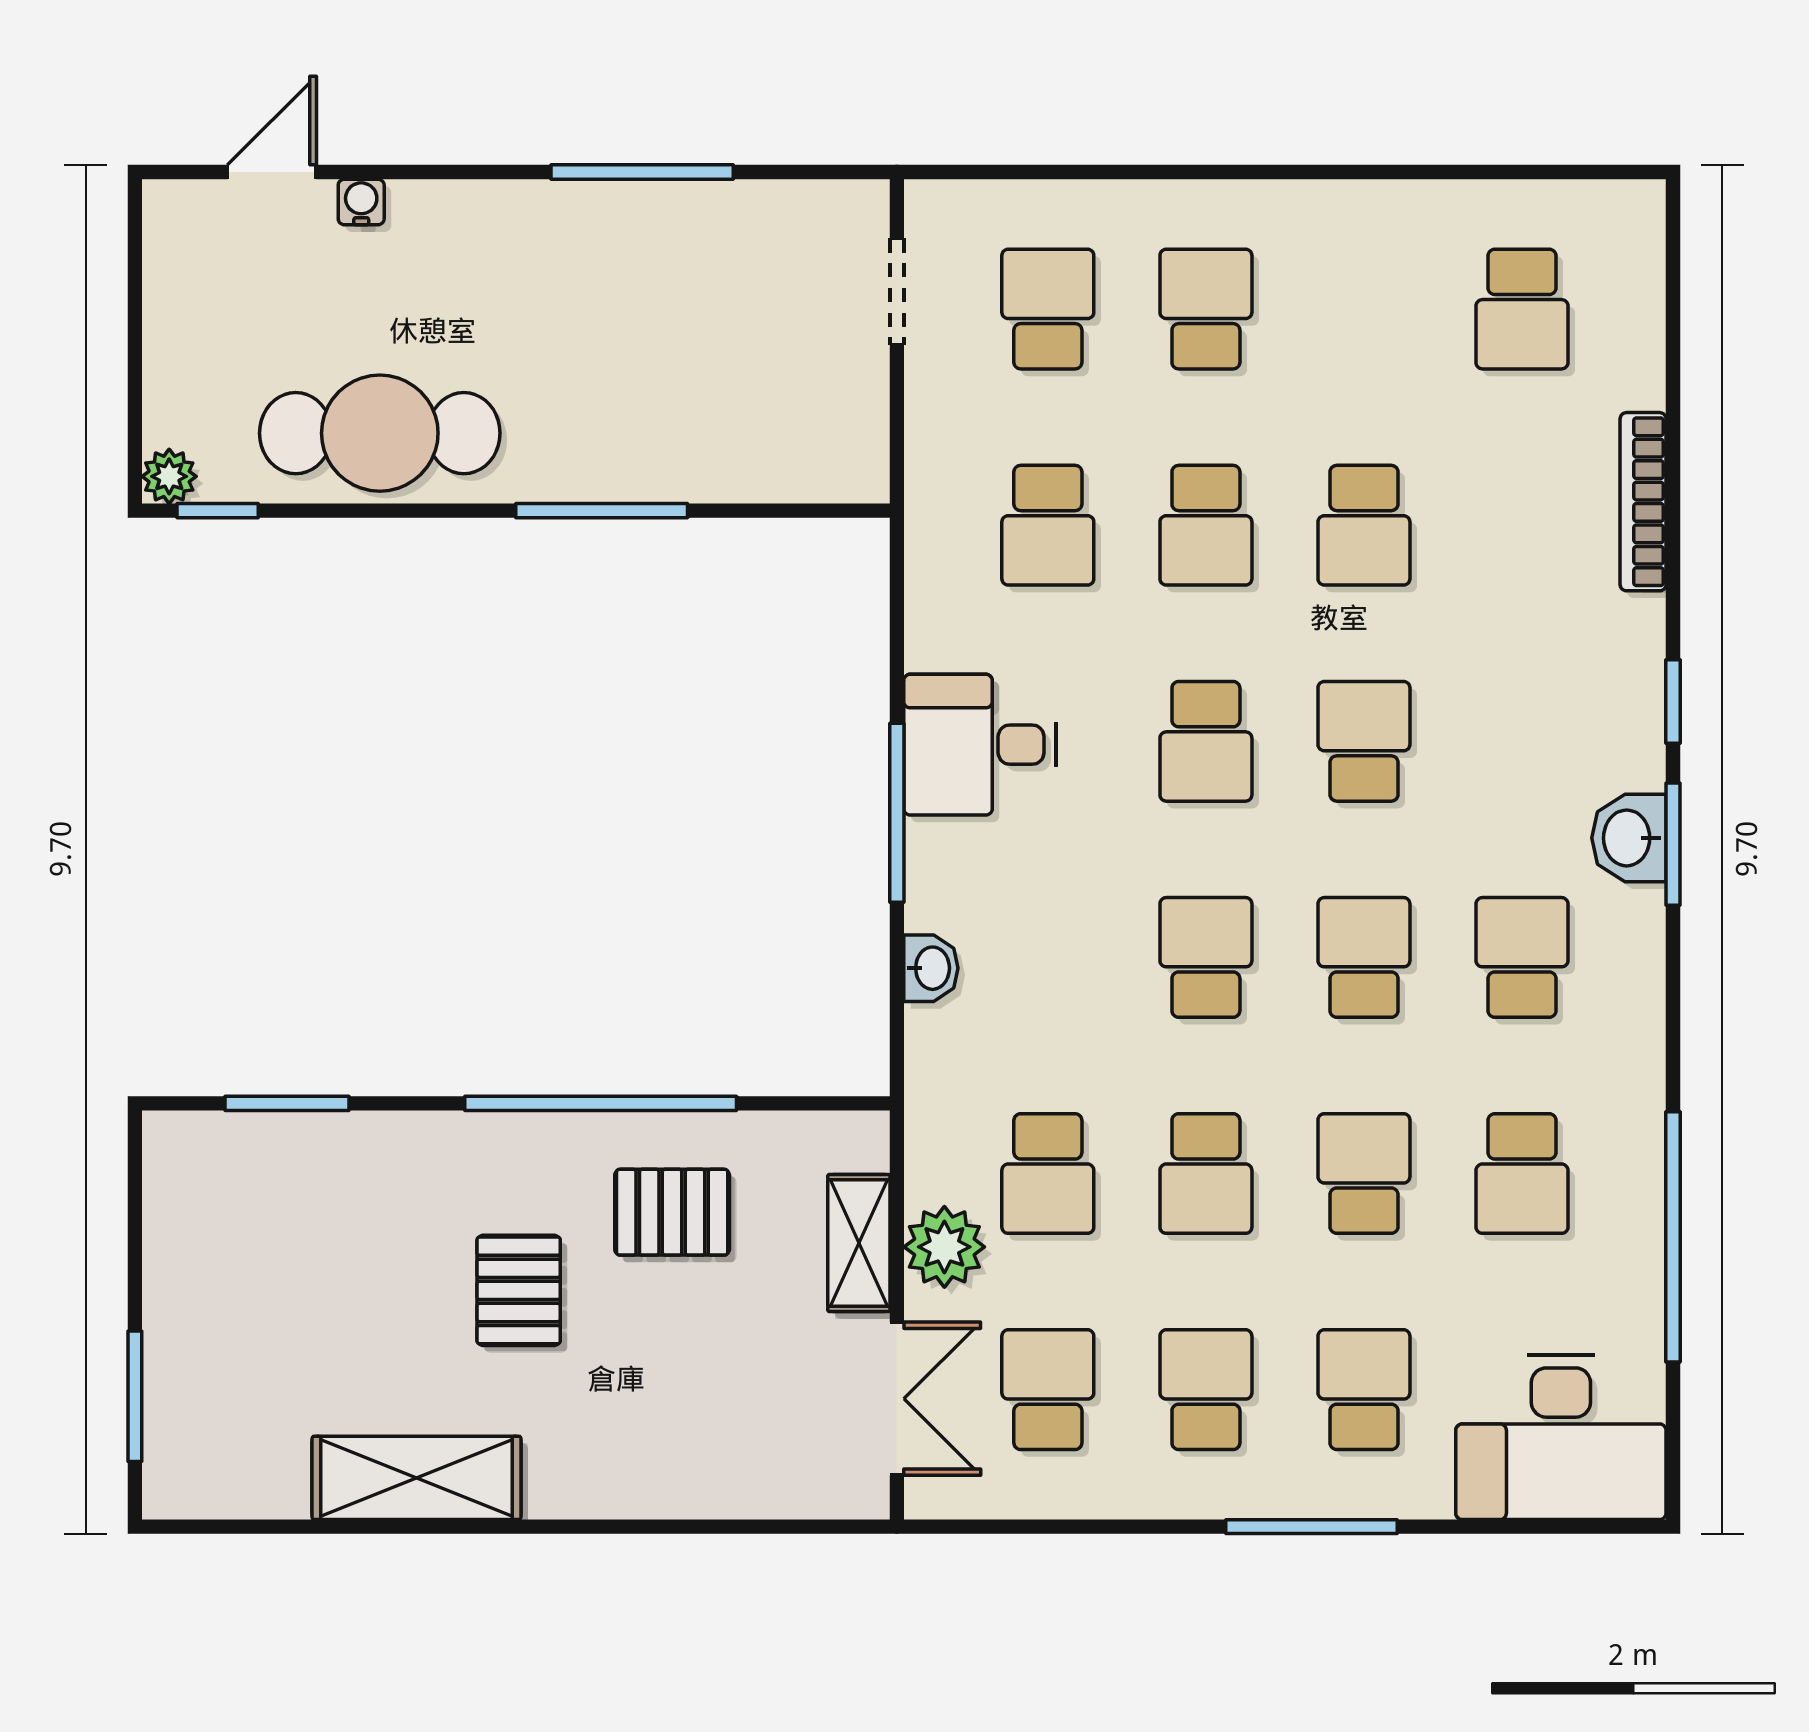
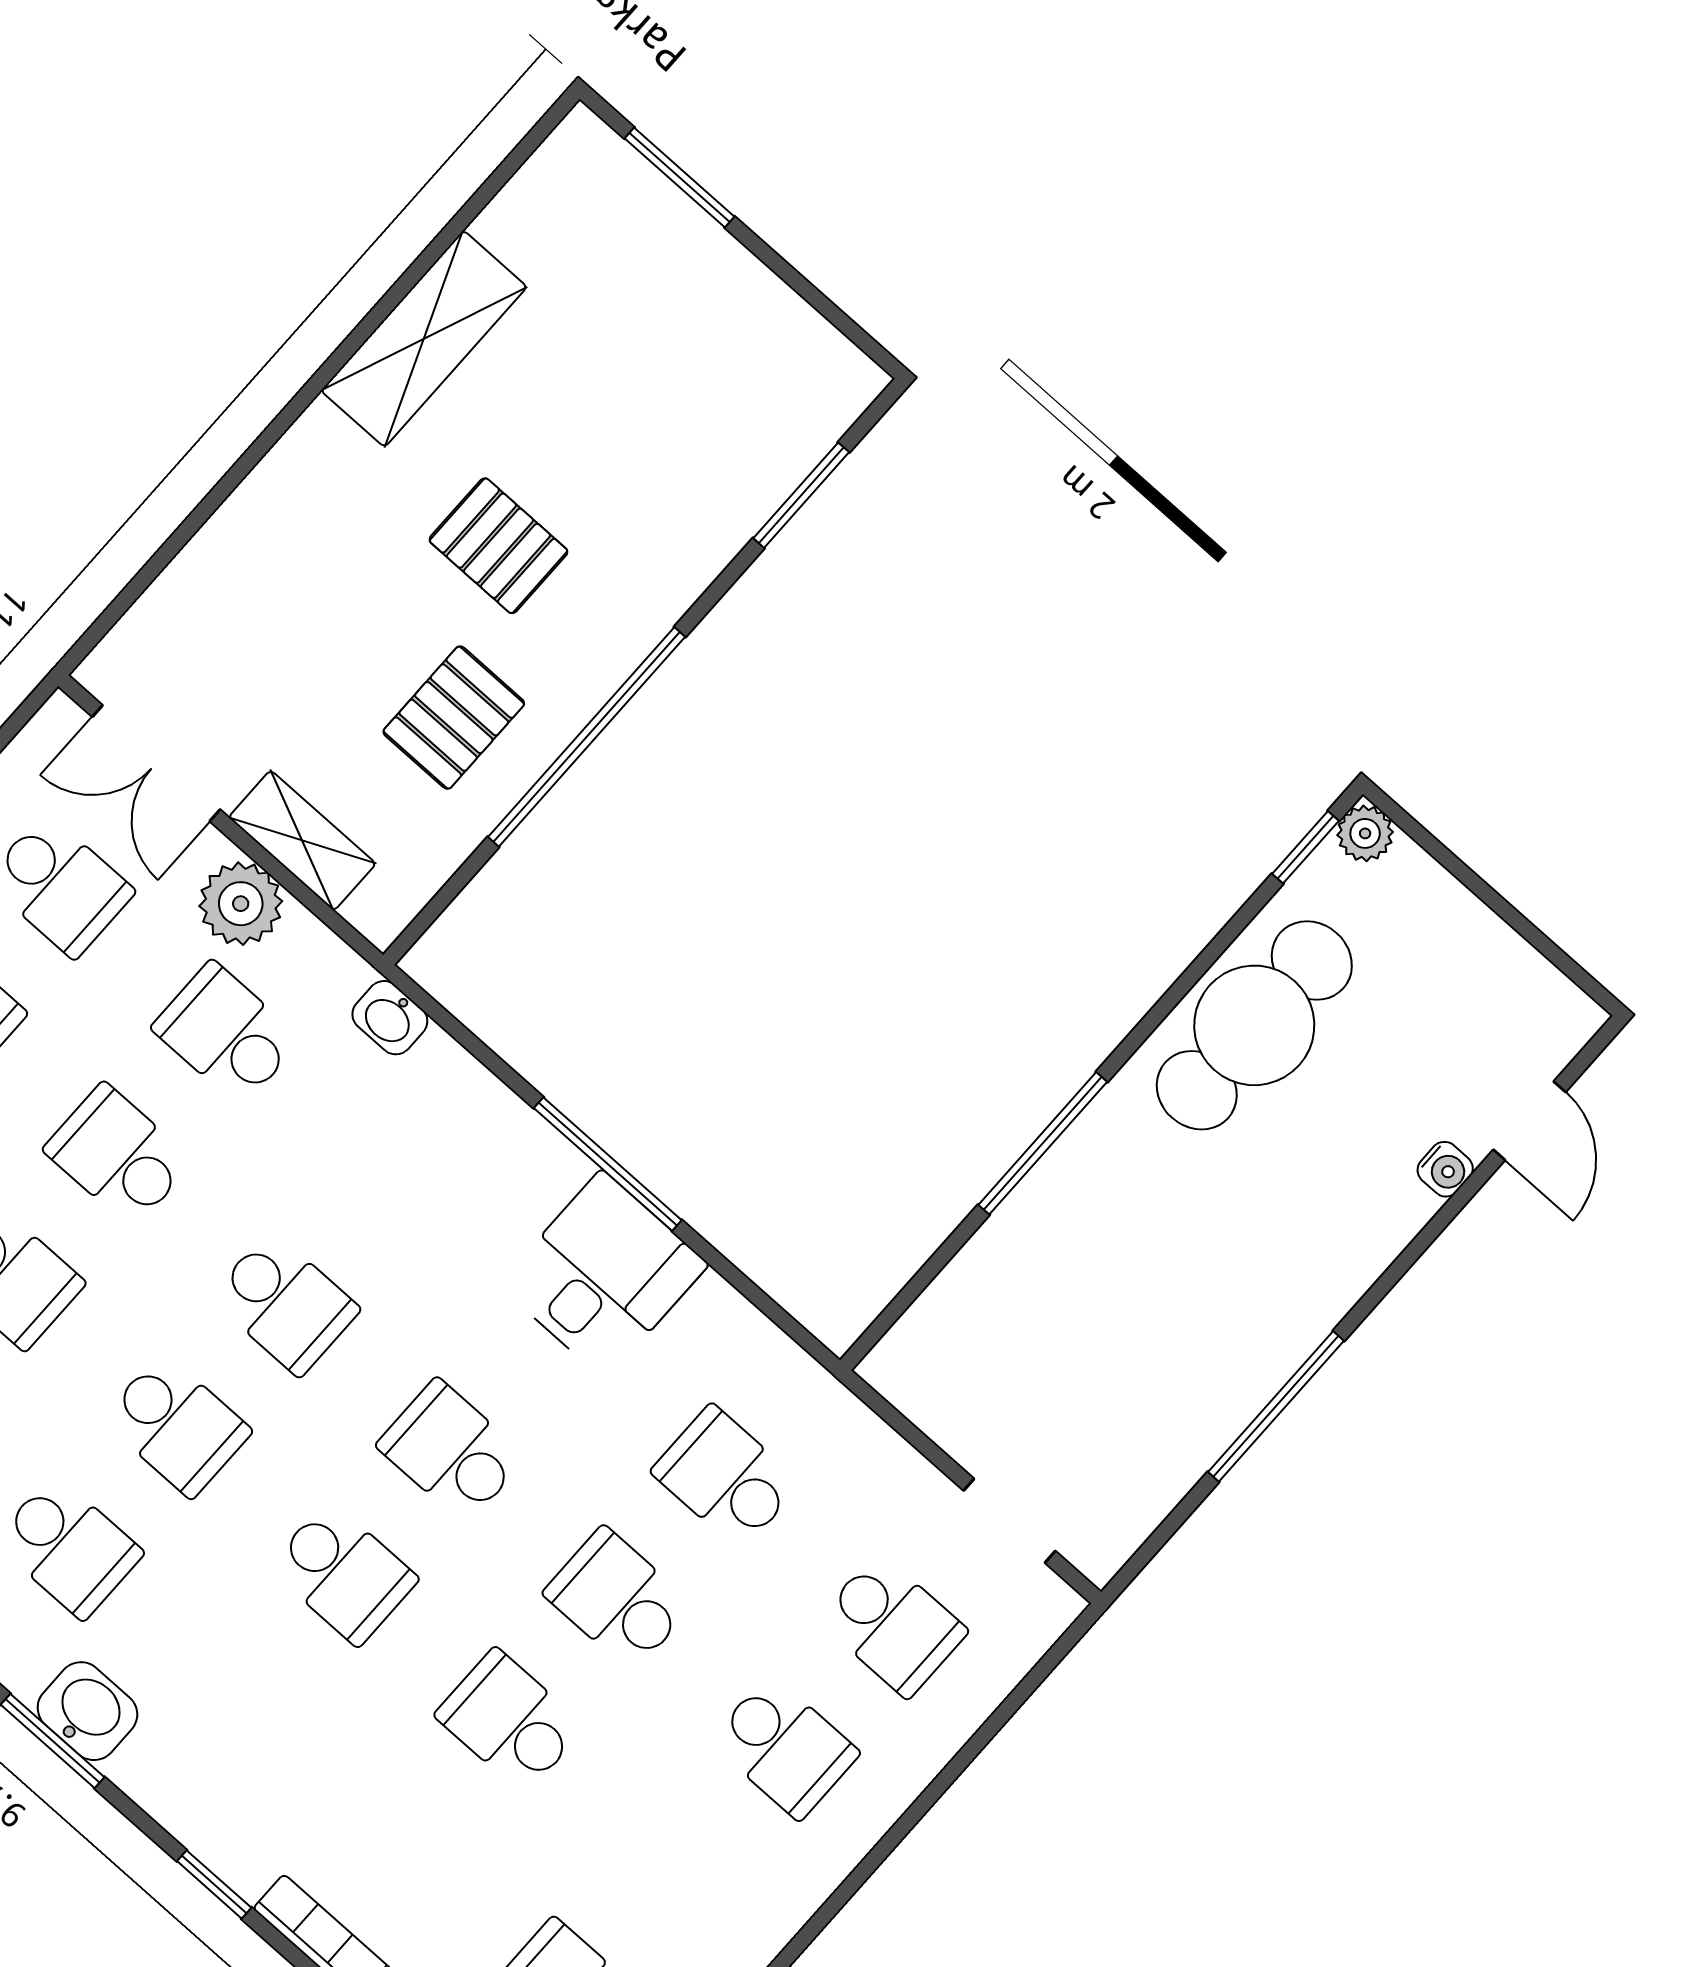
window: (1673, 702) -> (214, 1884), moved
washbasin: (931, 968) -> (390, 1018), moved

